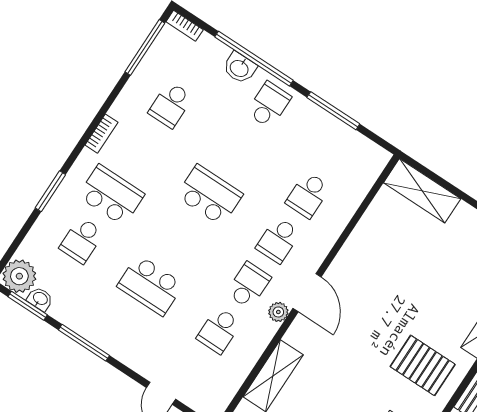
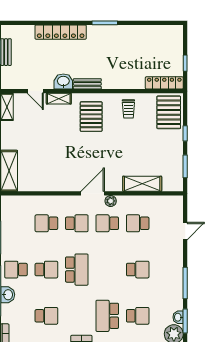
school desk: (239, 150) -> (46, 270), added
school desk: (210, 195) -> (77, 270), turned 180
school desk: (308, 195) -> (46, 223), turned 180
school desk: (150, 285) -> (138, 270), width x0.54
school desk: (219, 330) -> (138, 223), turned 180

